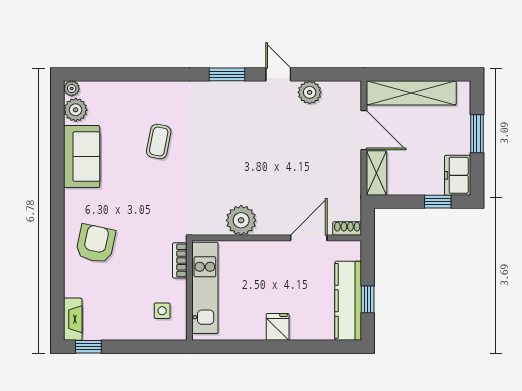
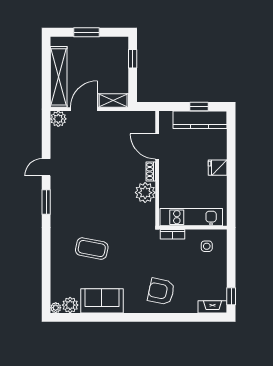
plant: (310, 92) -> (58, 119), moved
coffee table: (159, 142) -> (92, 249), width x1.36, depth x1.30
freezer: (458, 175) -> (115, 45), removed
shoe rack: (347, 228) -> (151, 171), moved

